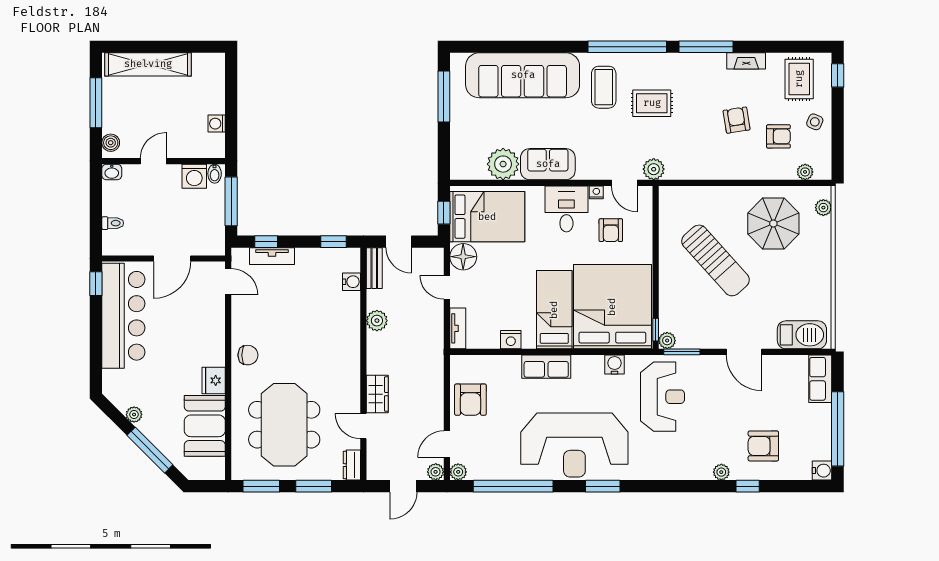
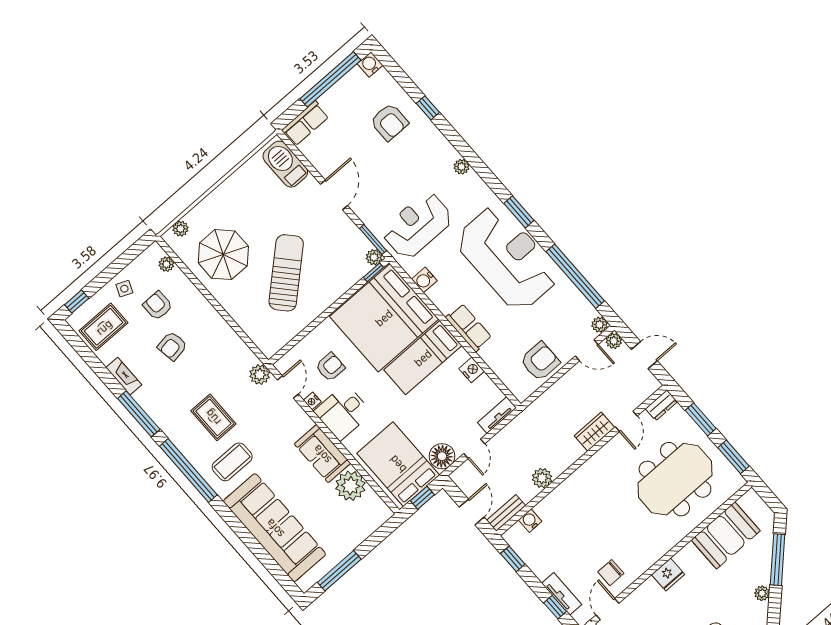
chair: (248, 355) -> (611, 573), moved, turned -90
fridge: (214, 380) -> (668, 574), moved
plant: (721, 472) -> (461, 167), moved

